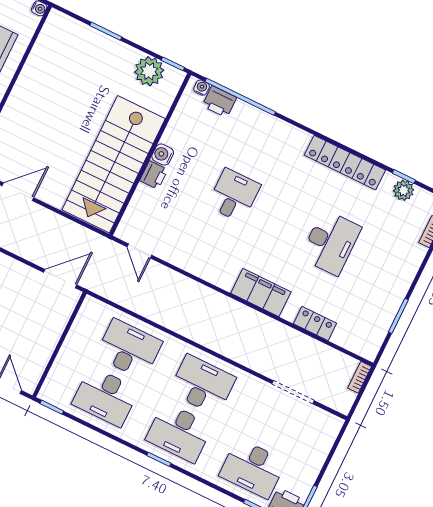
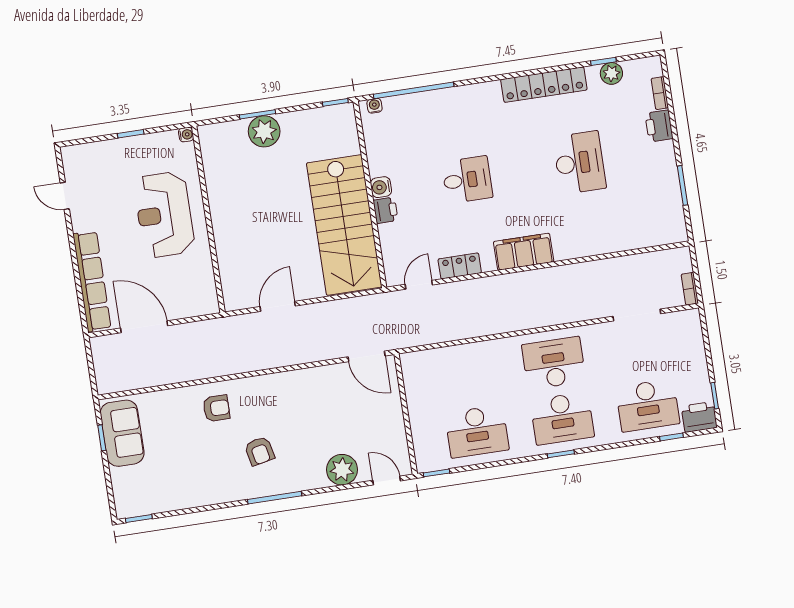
plant: (149, 71) -> (264, 131), moved
printer: (219, 102) -> (659, 126), moved, turned 90
desk: (234, 195) -> (467, 180), turned 90
door: (139, 251) -> (419, 285), swing flipped
door: (60, 279) -> (367, 356), swing flipped
filing cabinet: (261, 293) -> (524, 252), moved
locker: (315, 324) -> (460, 266), moved
desk: (129, 349) -> (468, 376), removed
bookcase: (360, 377) -> (690, 289), moved

